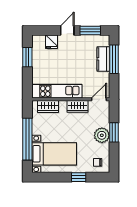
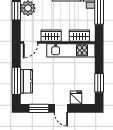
door: (67, 30) -> (61, 108), hinge flipped

